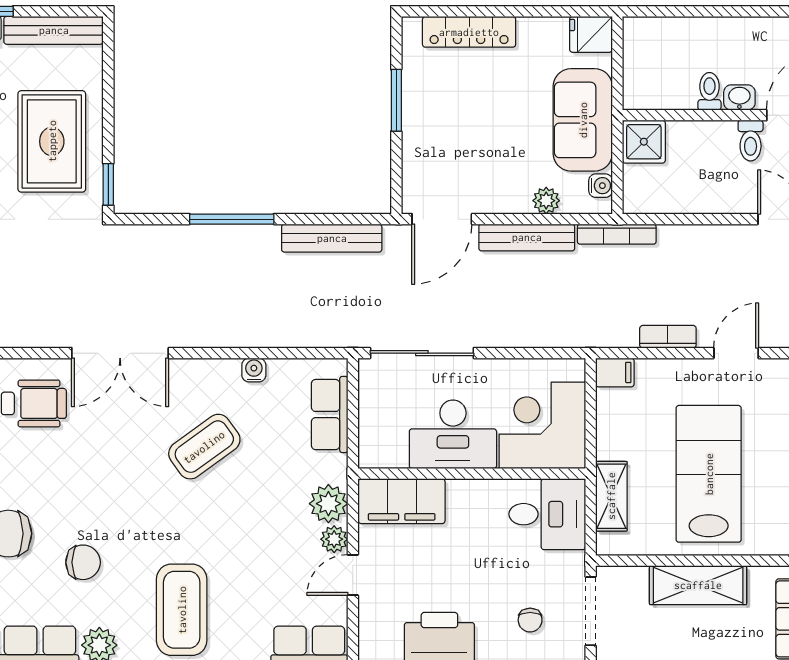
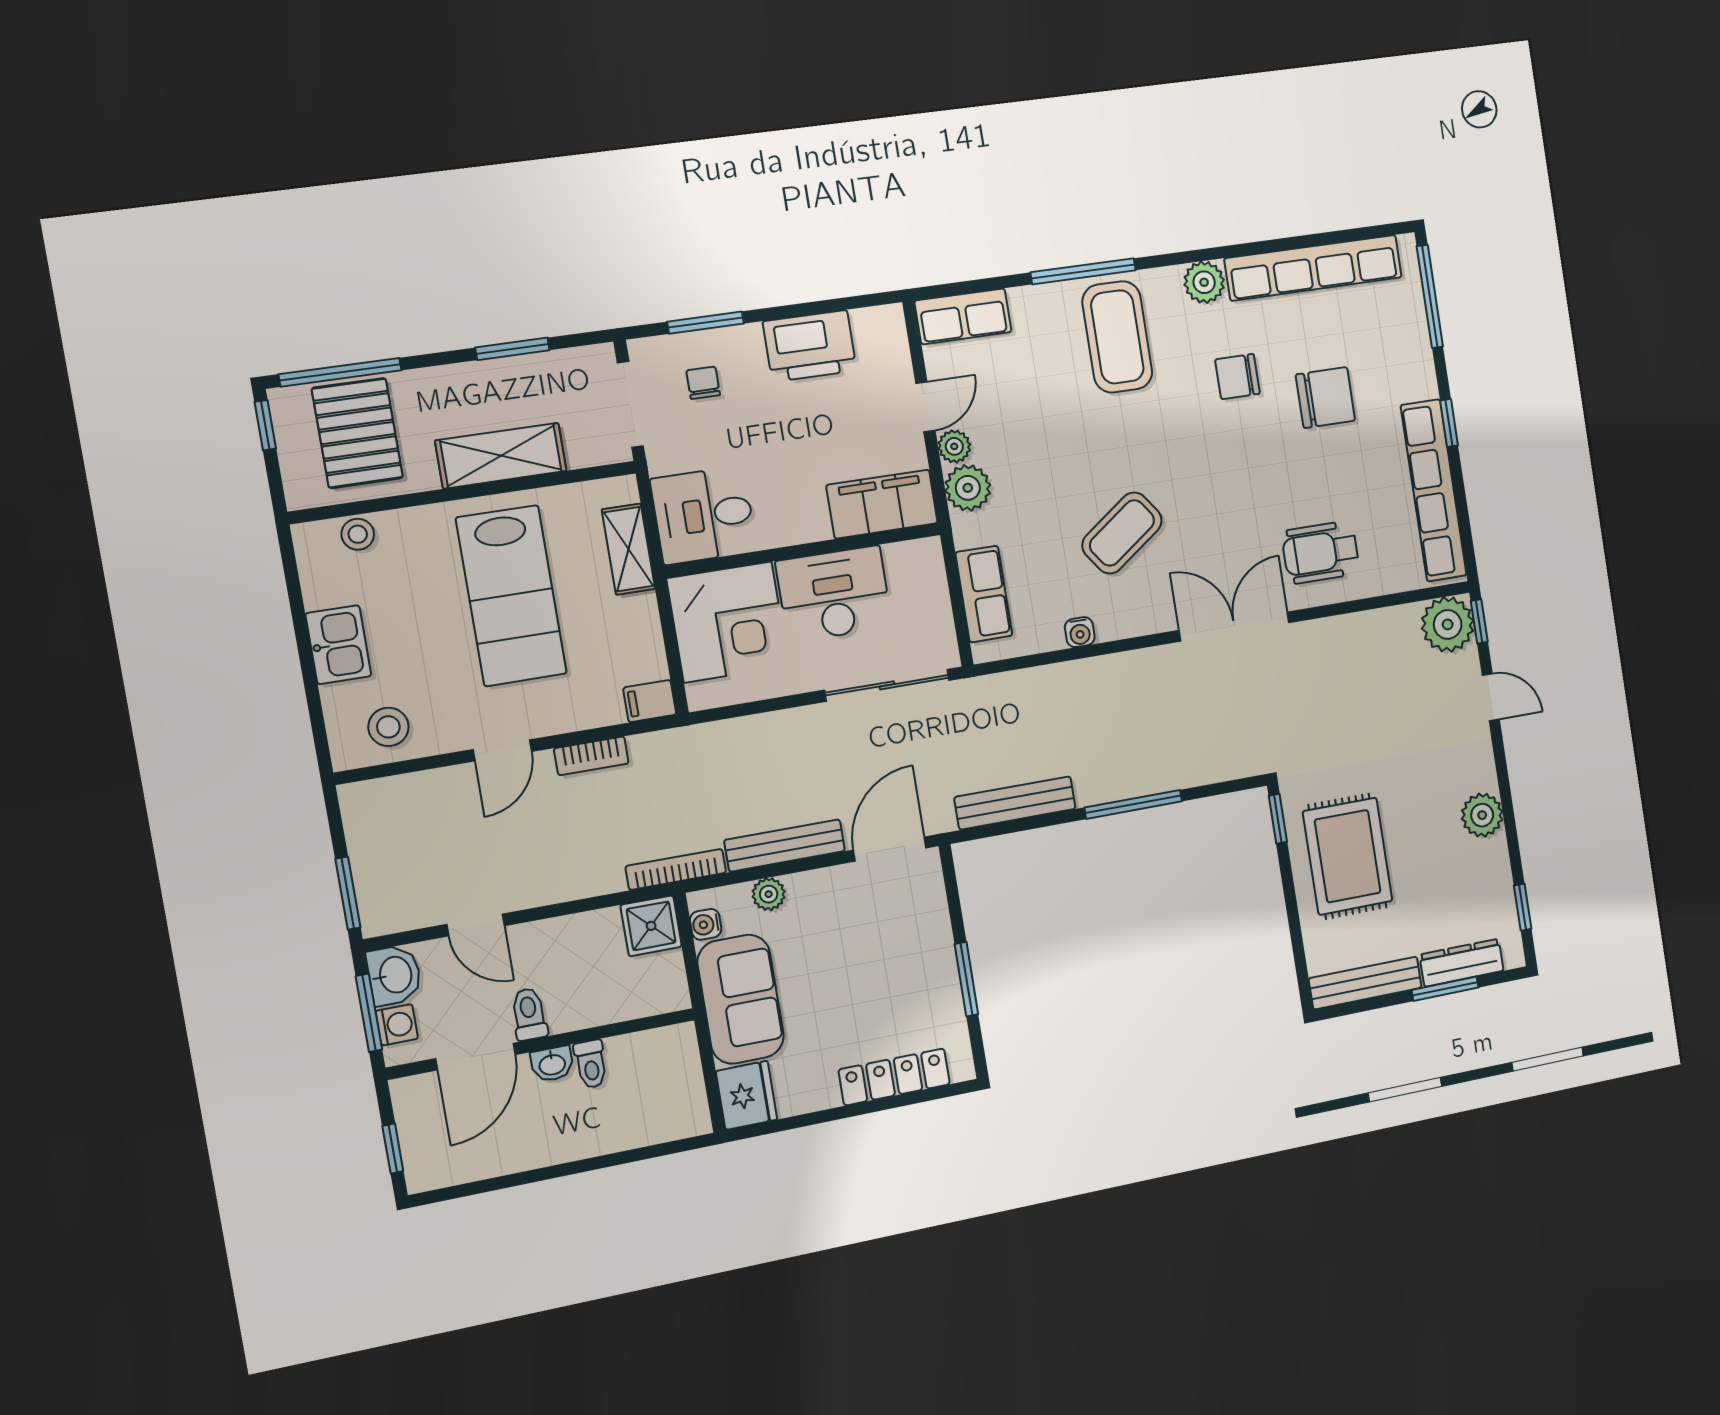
fridge: (591, 34) -> (747, 1095), width x1.38
shower: (644, 142) -> (651, 926), moved

